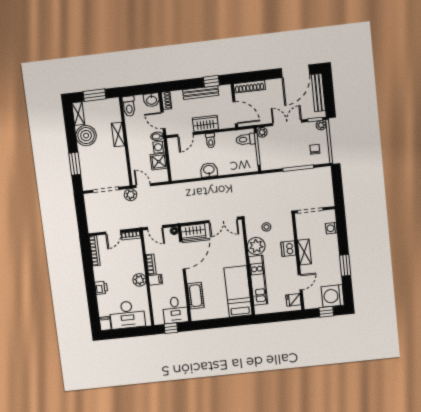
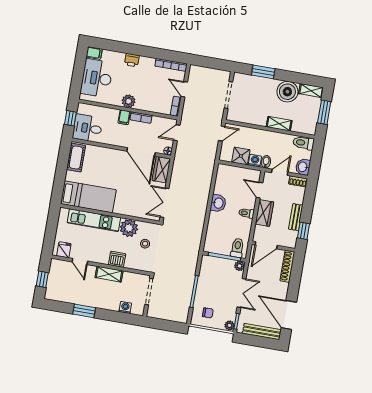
bench: (201, 93) -> (296, 217), width x0.73
plant: (130, 195) -> (216, 118), removed
cot: (196, 296) -> (76, 158), moved, turned 90
washing machine: (333, 296) -> (57, 290), removed

